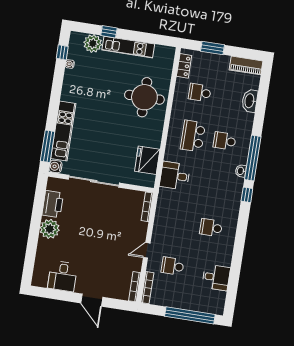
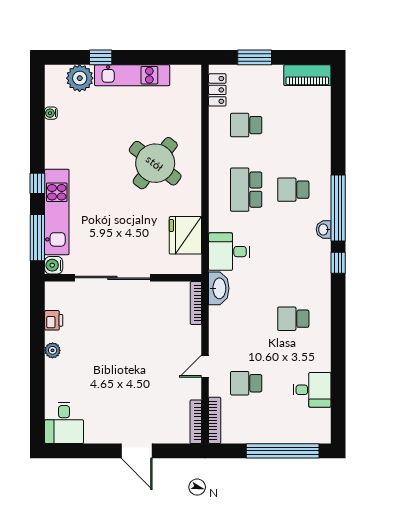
window: (62, 52) -> (37, 183), moved
round table: (144, 97) -> (155, 163), moved, turned 38
washbasin: (250, 101) -> (219, 288), moved, turned 180
printer: (53, 204) -> (54, 320), width x0.53, depth x0.68
plant: (50, 229) -> (53, 350), width x0.53, depth x0.53
desk: (63, 276) -> (64, 423), moved

